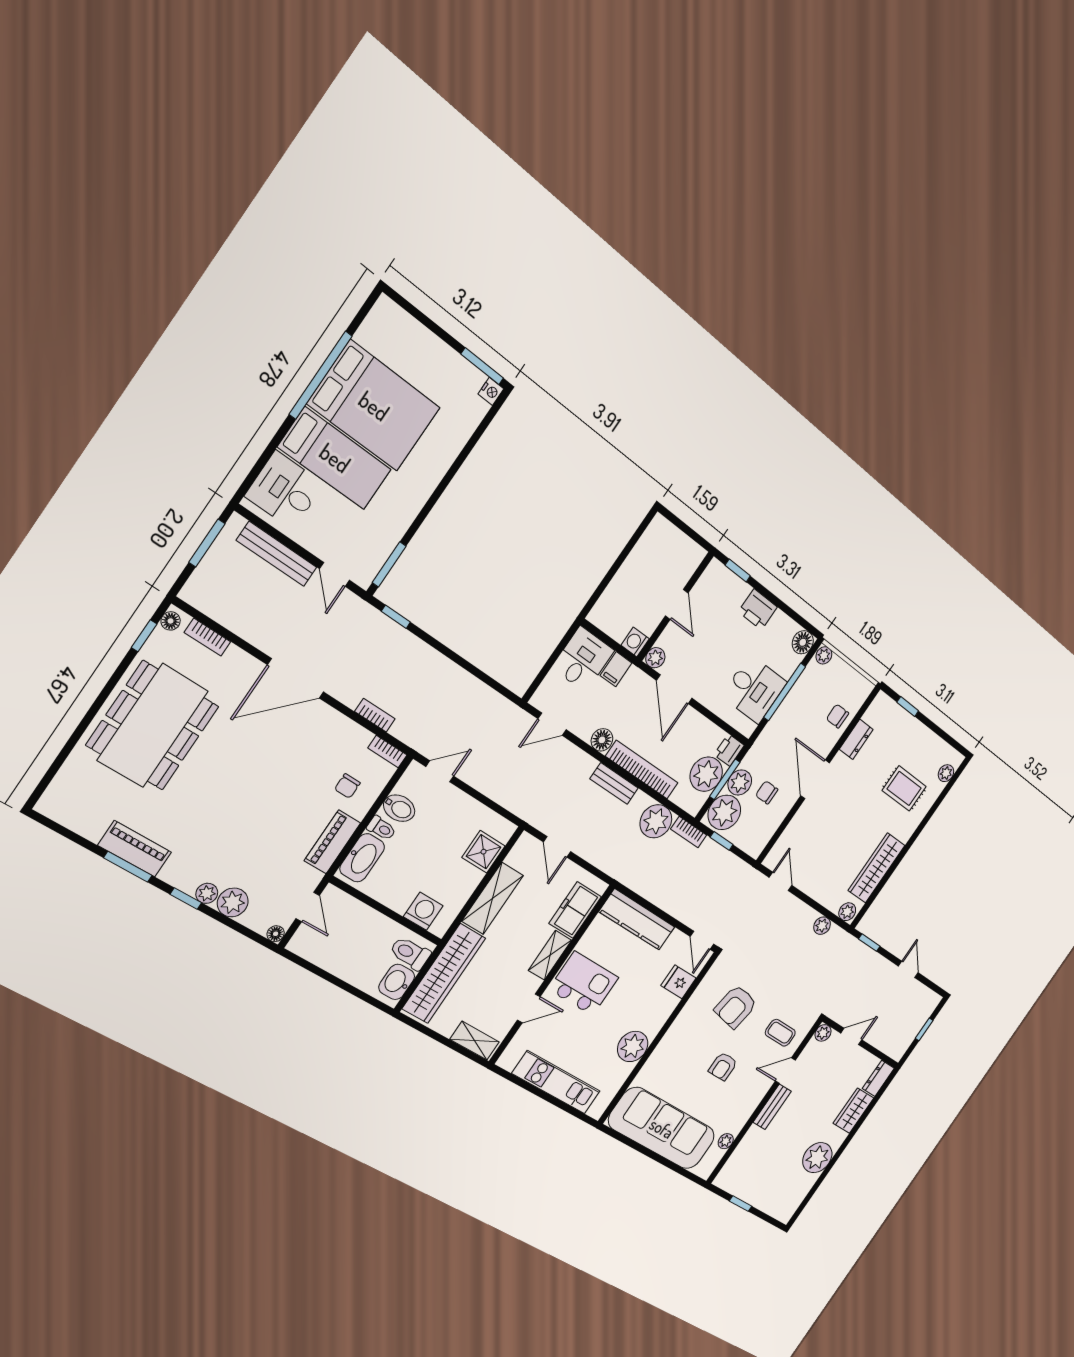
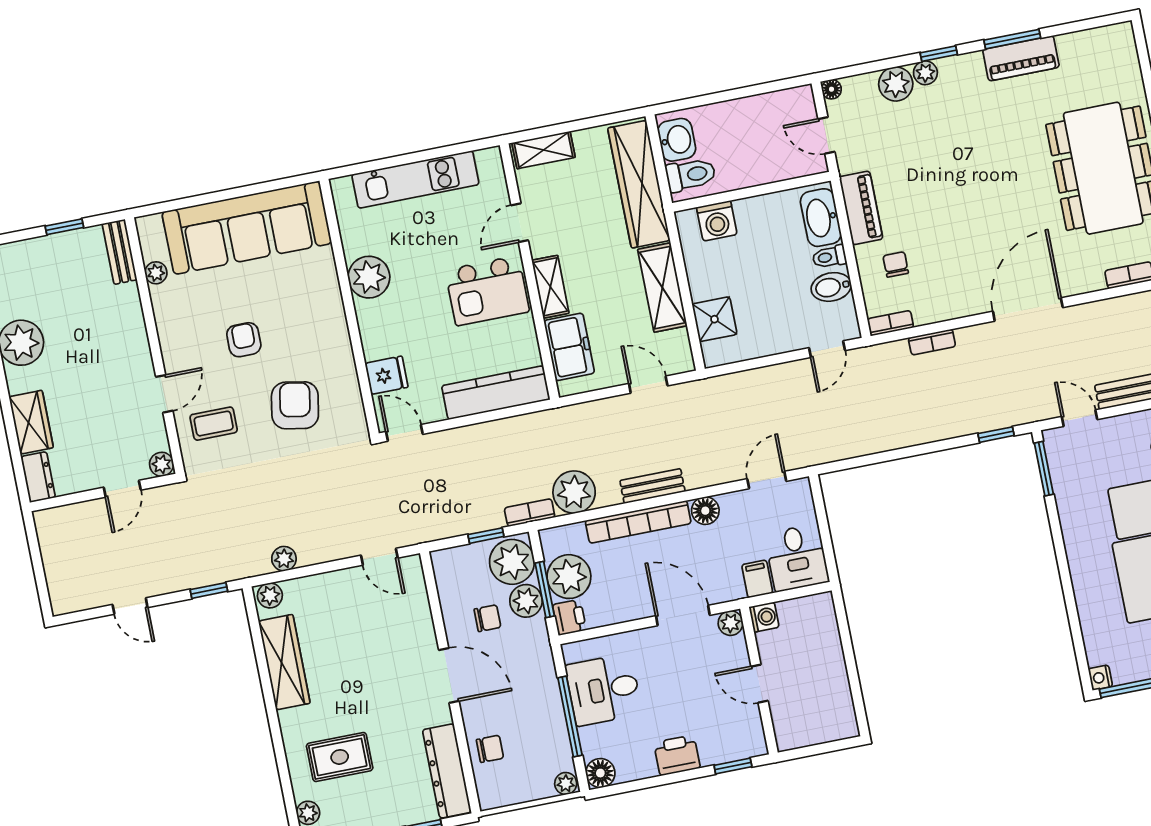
dresser: (856, 739) -> (447, 771), width x1.96, depth x1.24
window: (924, 1029) -> (38, 568), removed
bench: (772, 1107) -> (120, 252), moved

